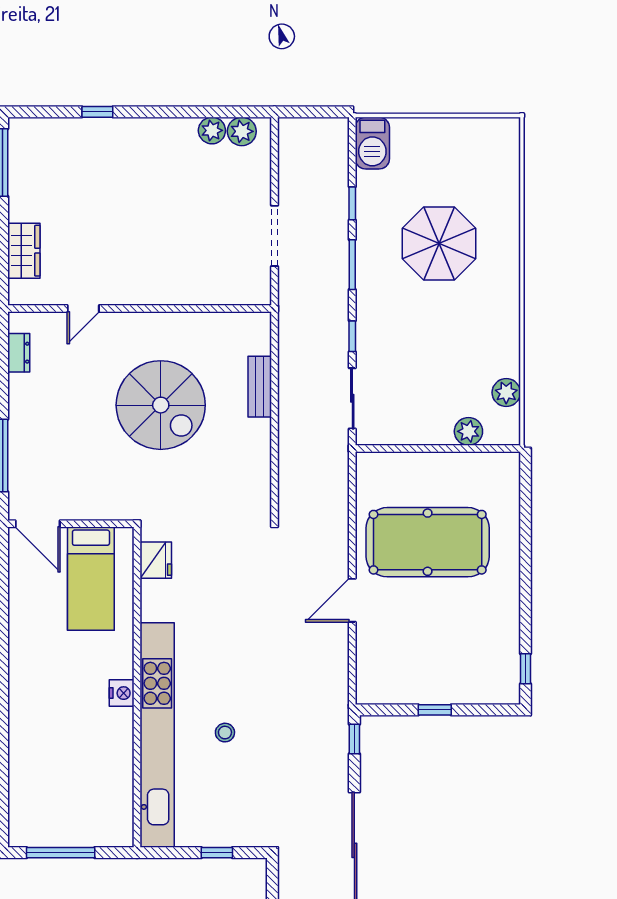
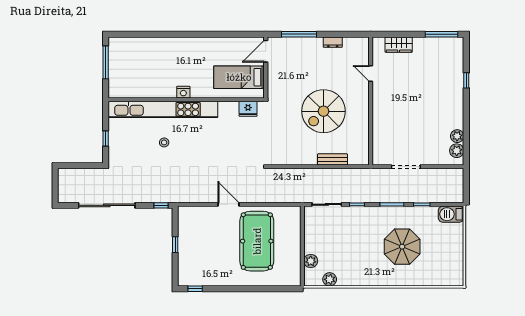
dresser: (19, 353) -> (333, 42), moved

